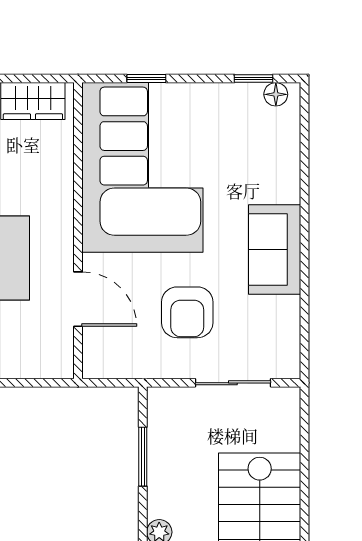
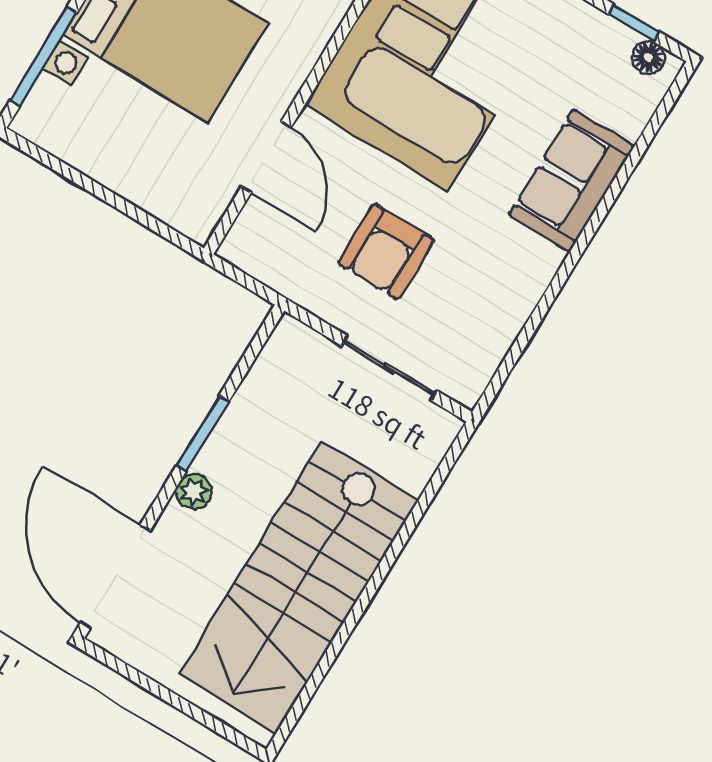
sofa: (275, 249) -> (572, 180), moved
window: (143, 457) -> (203, 433), moved

